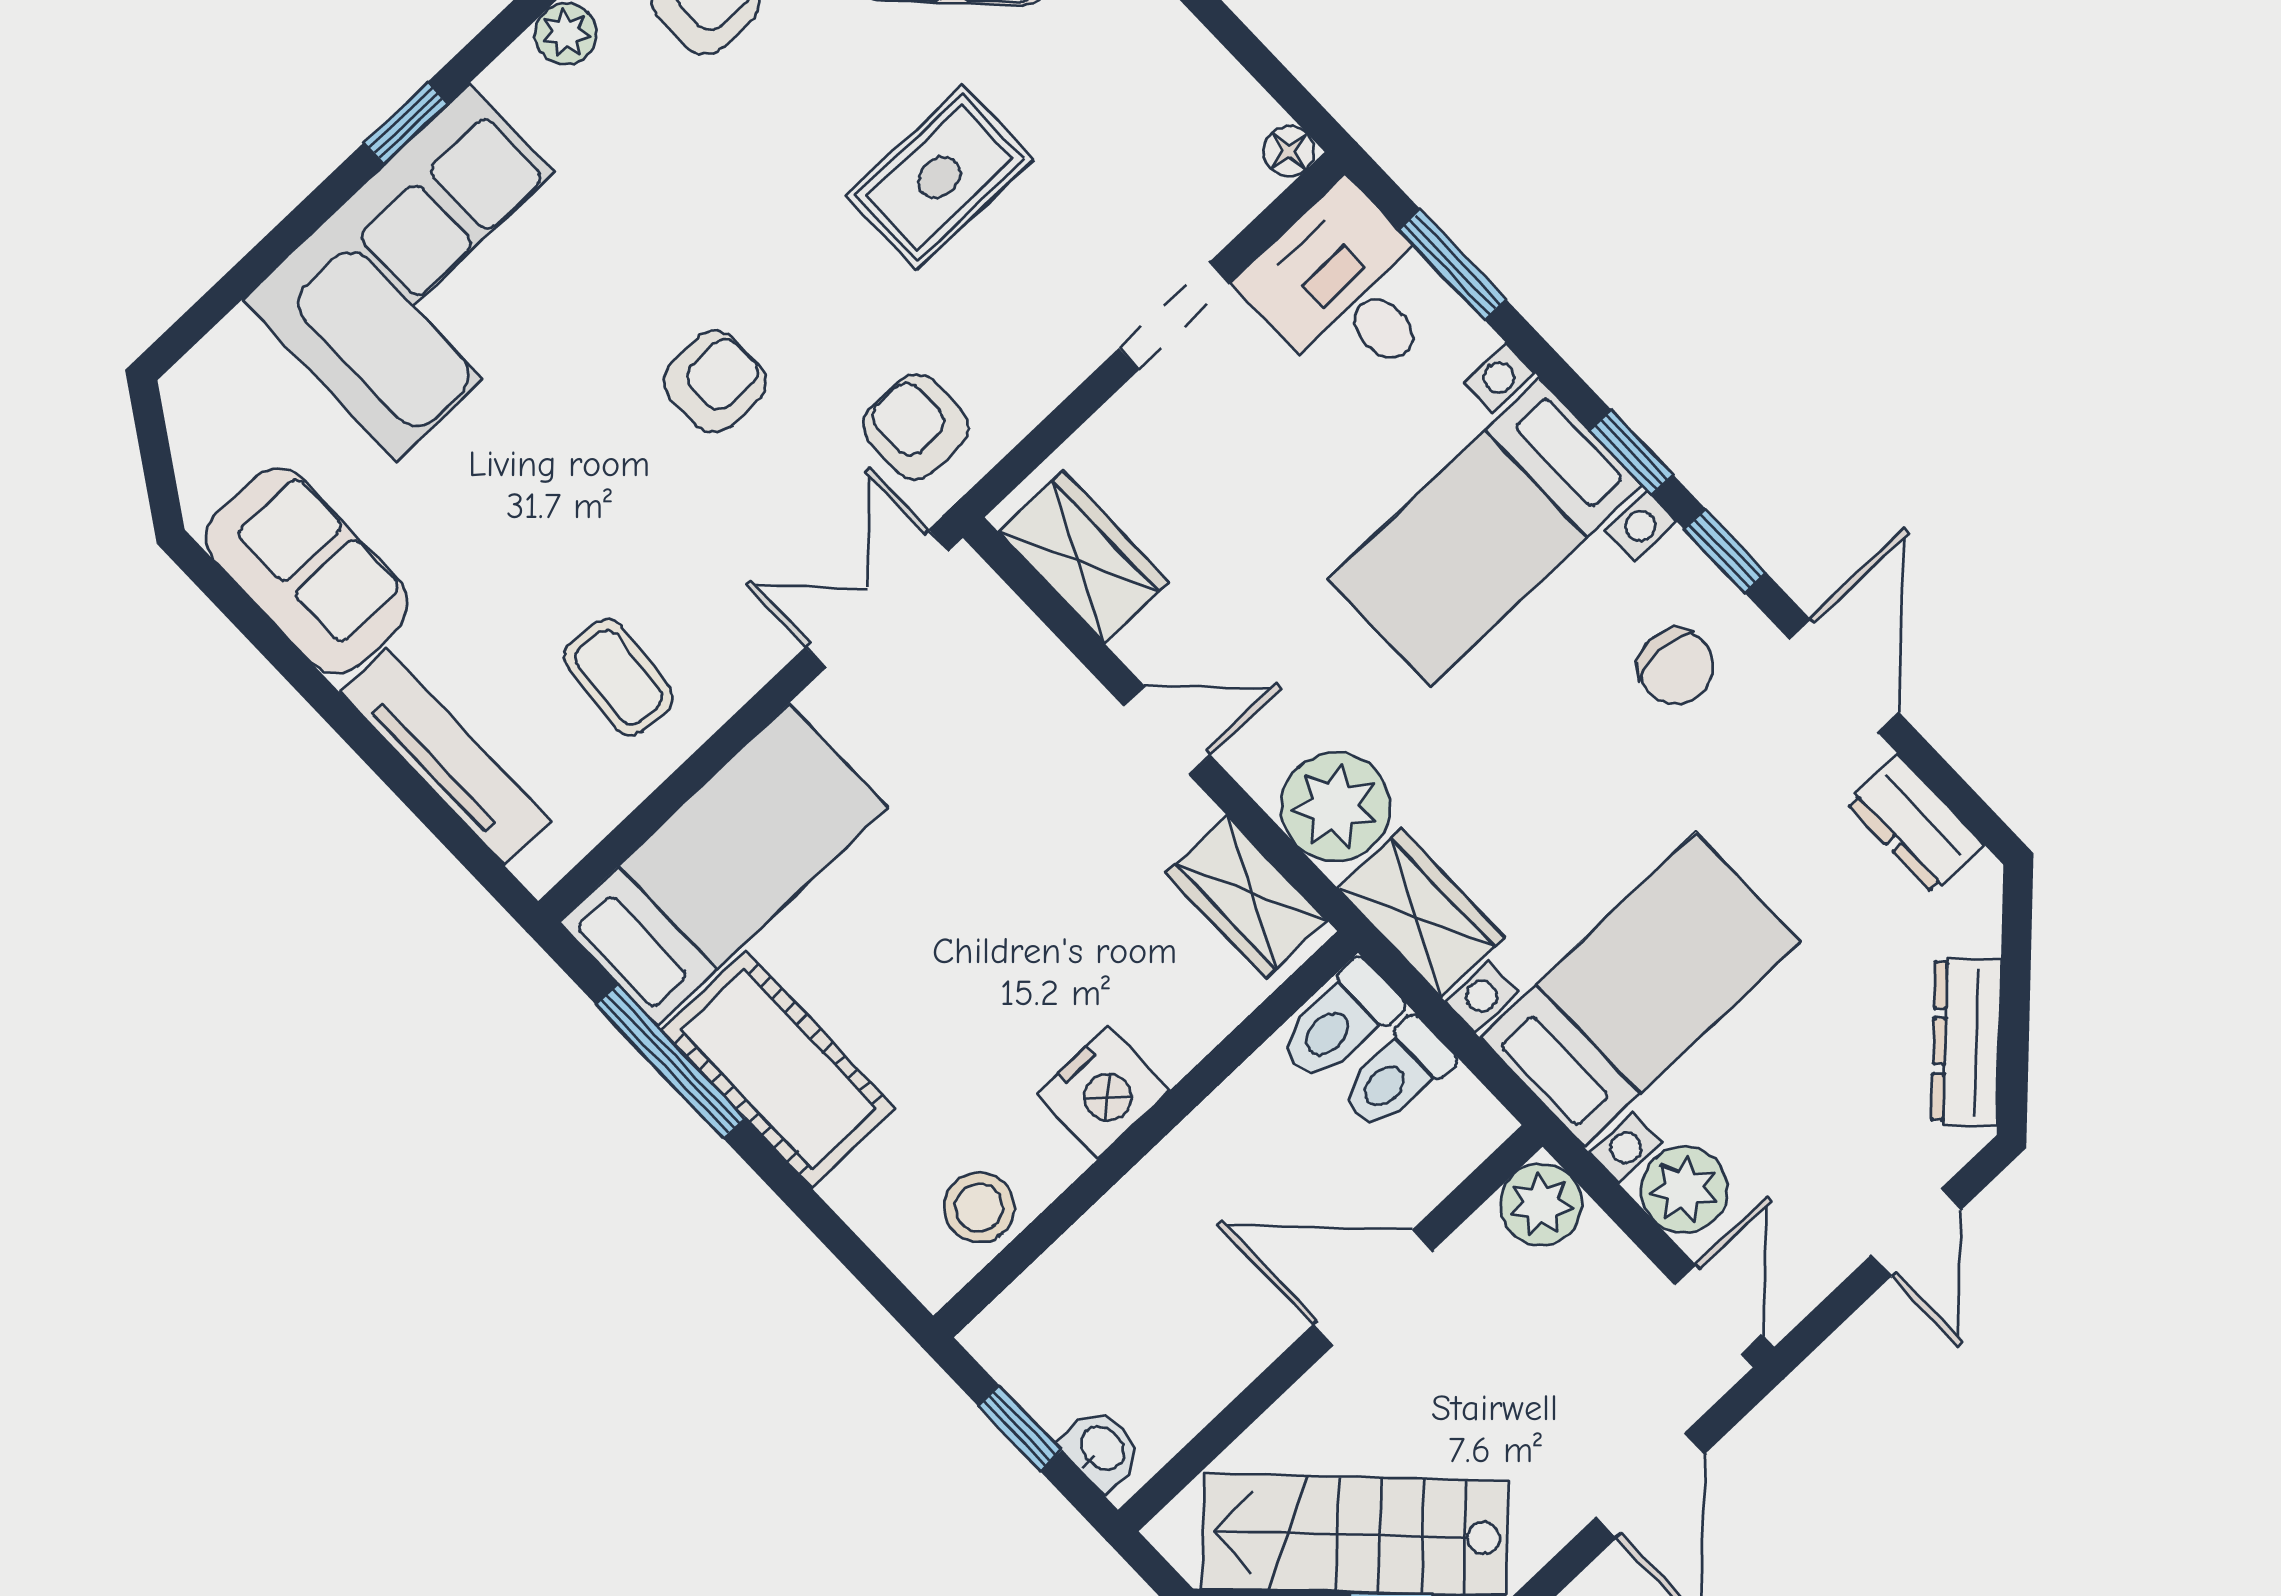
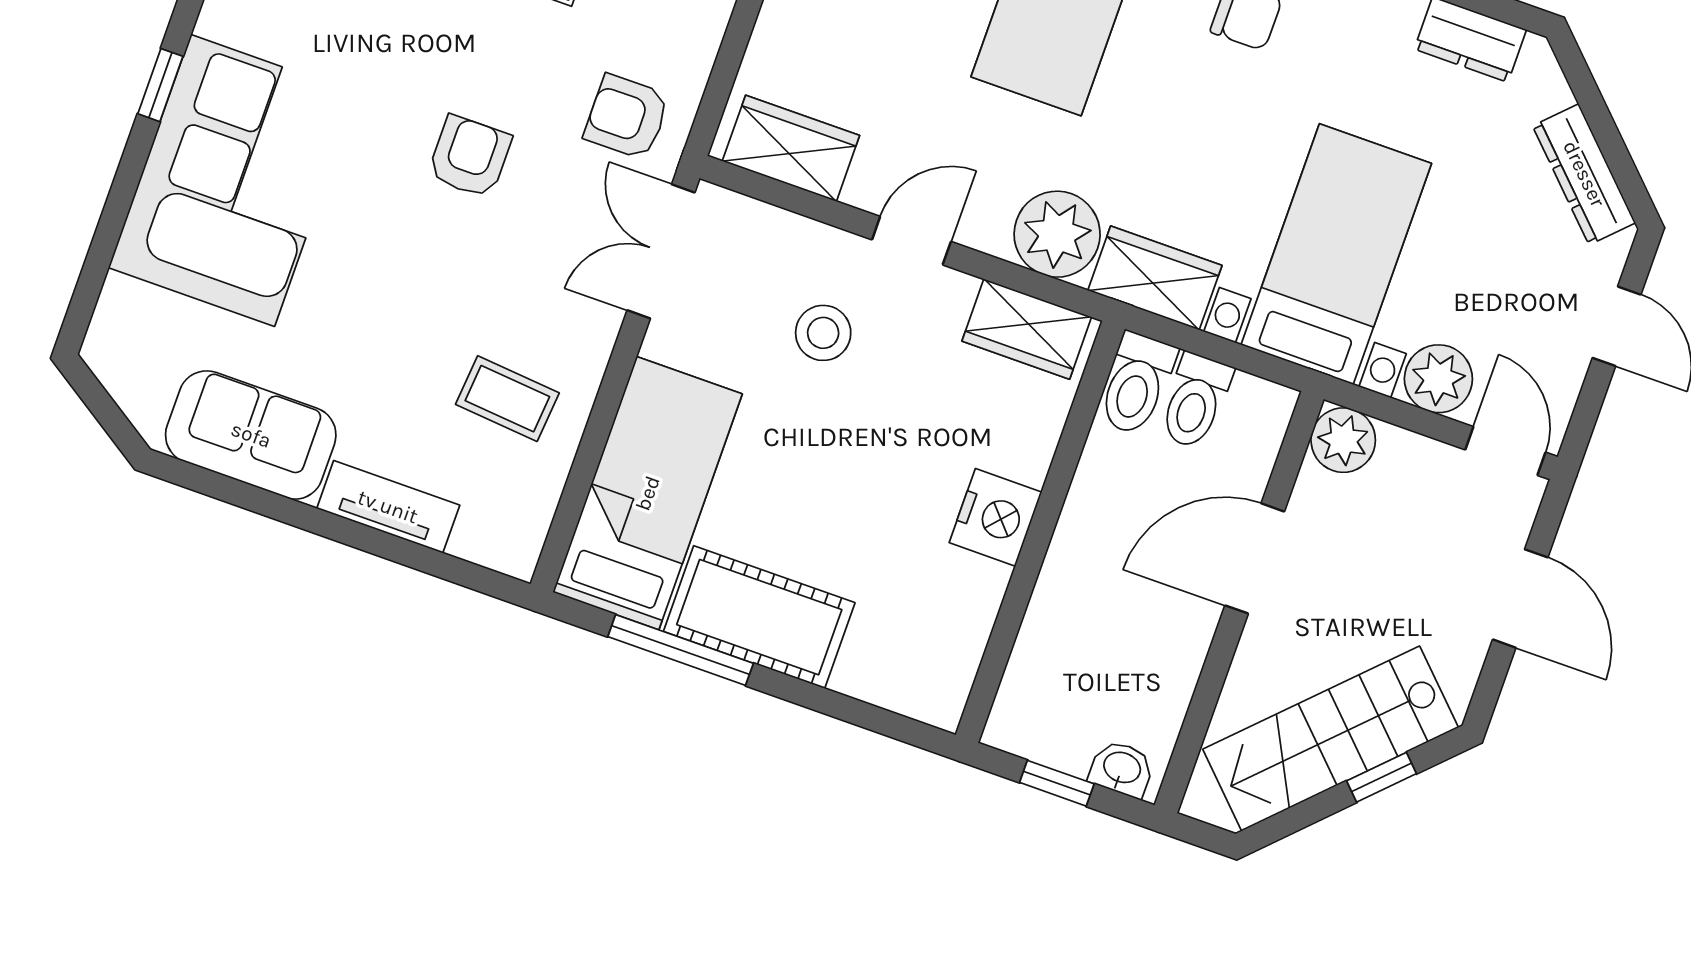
tv unit: (445, 757) -> (388, 507), width x0.71
stool: (979, 1208) -> (823, 333), moved

